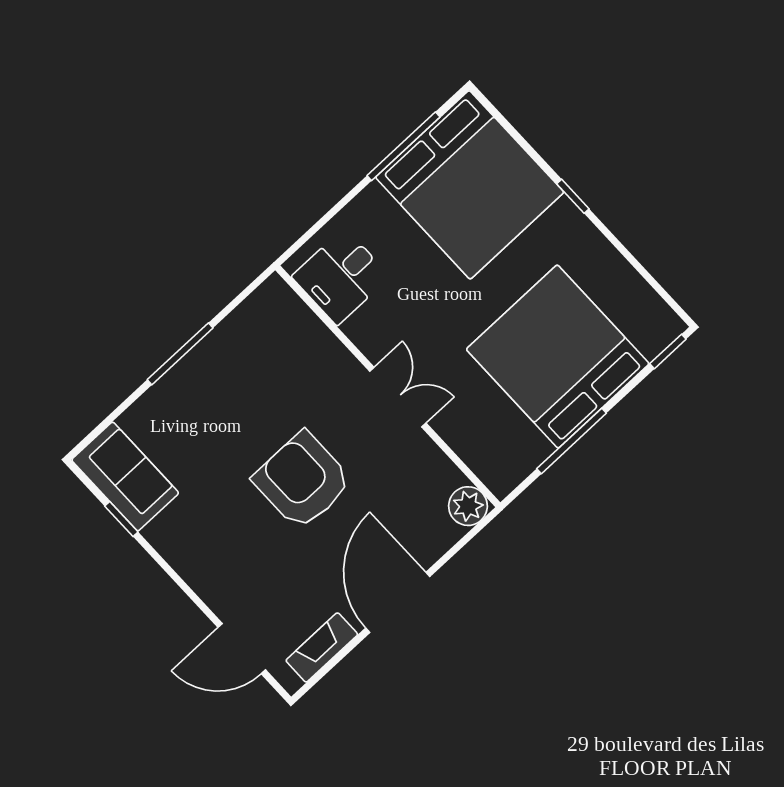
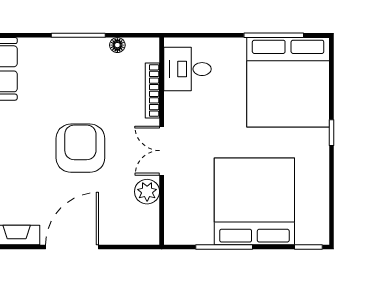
floor lamp: (235, 324) -> (117, 45), added
bookcase: (323, 338) -> (152, 91), added
double door: (398, 397) -> (162, 151), swing flipped
plant: (468, 506) -> (147, 192), moved

